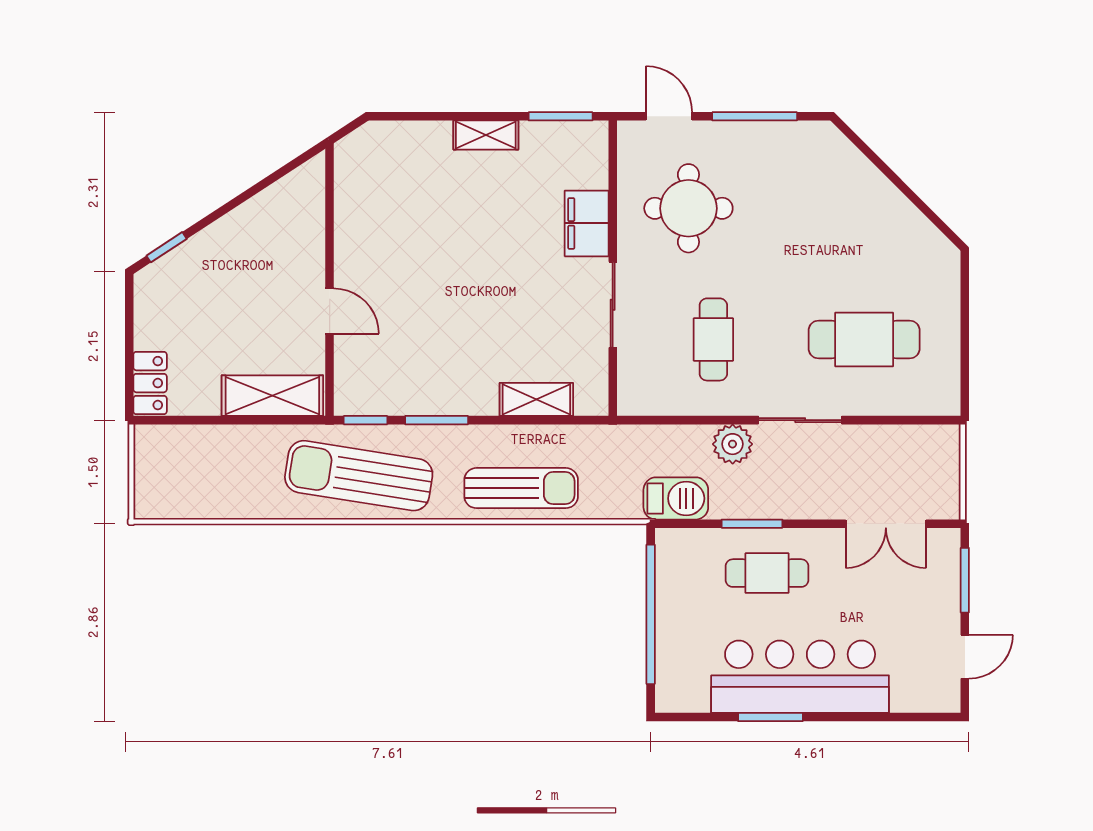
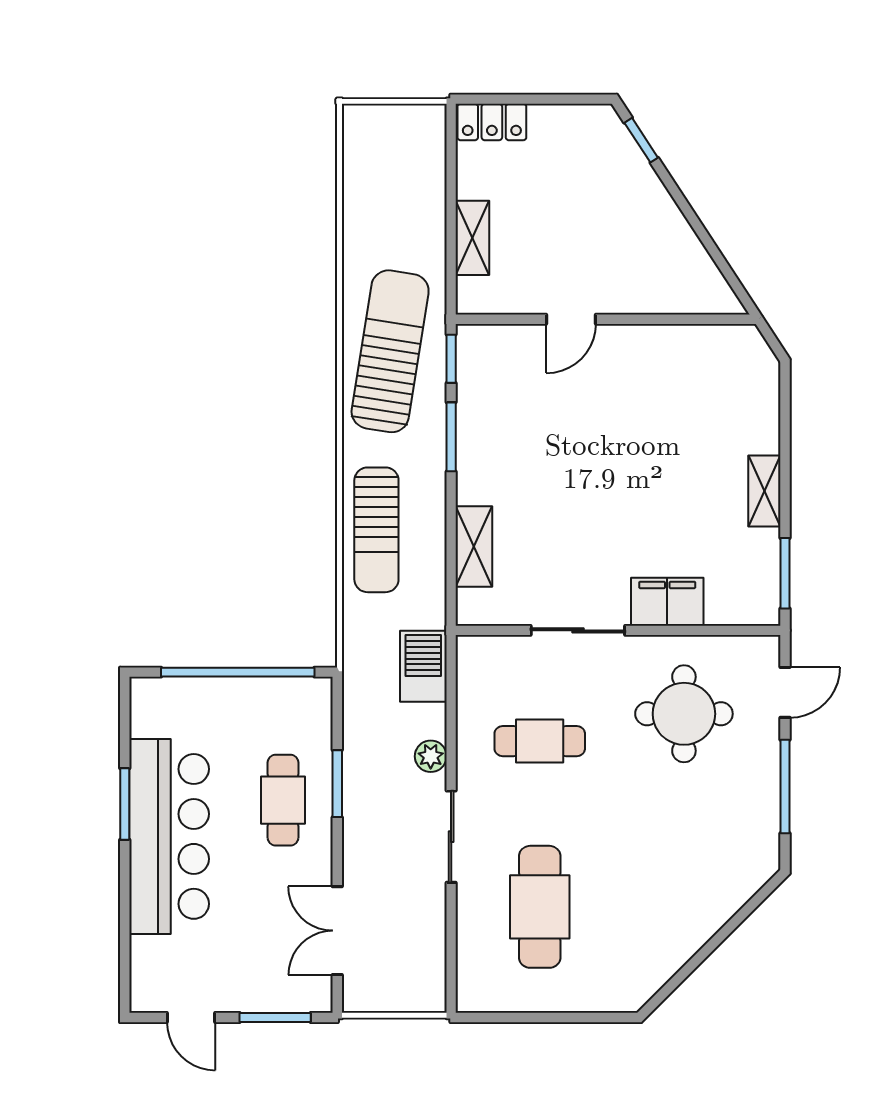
shelving: (272, 396) -> (472, 238), width x0.67, depth x0.75
plant: (733, 444) -> (431, 756), width x0.73, depth x0.73
barbecue: (676, 498) -> (423, 666), moved, turned 180

